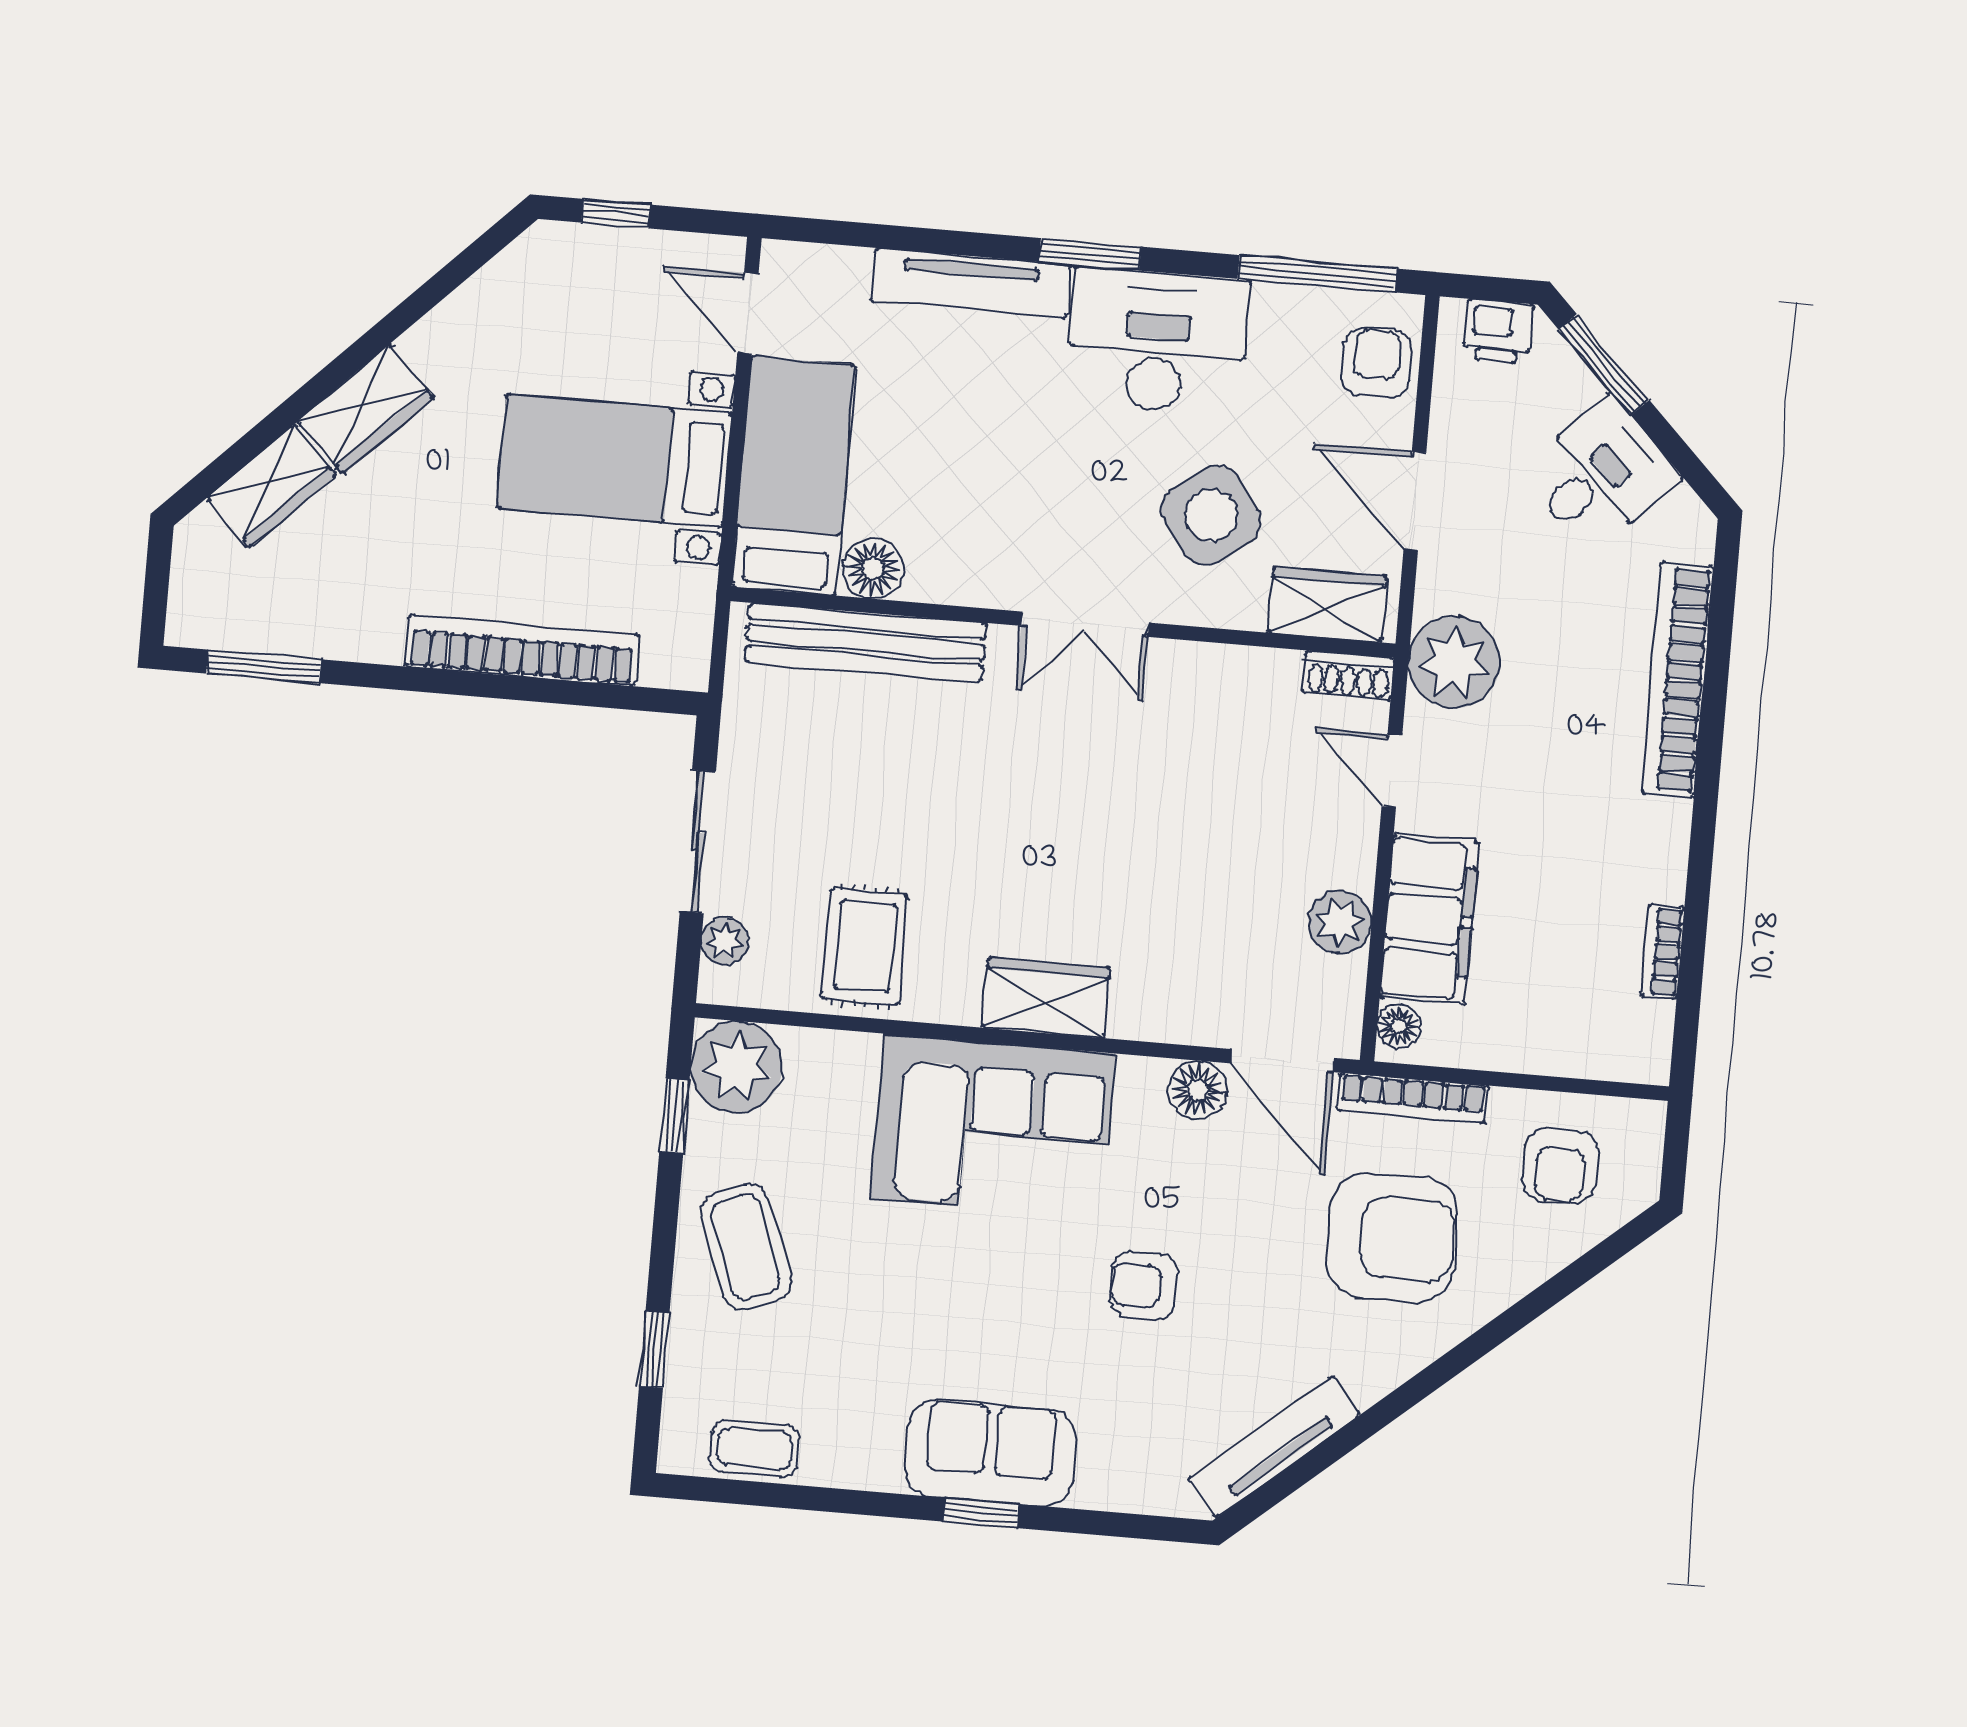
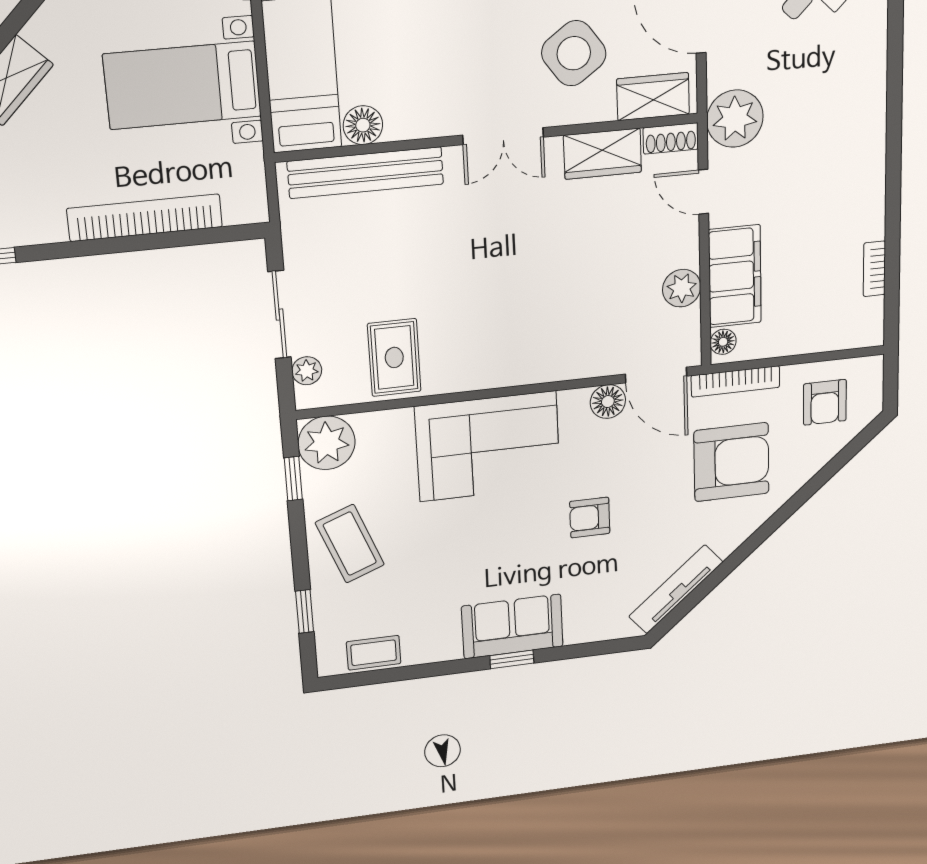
bookcase: (1677, 680) -> (871, 105), removed
wardrobe: (1046, 997) -> (603, 154), moved, turned 180

